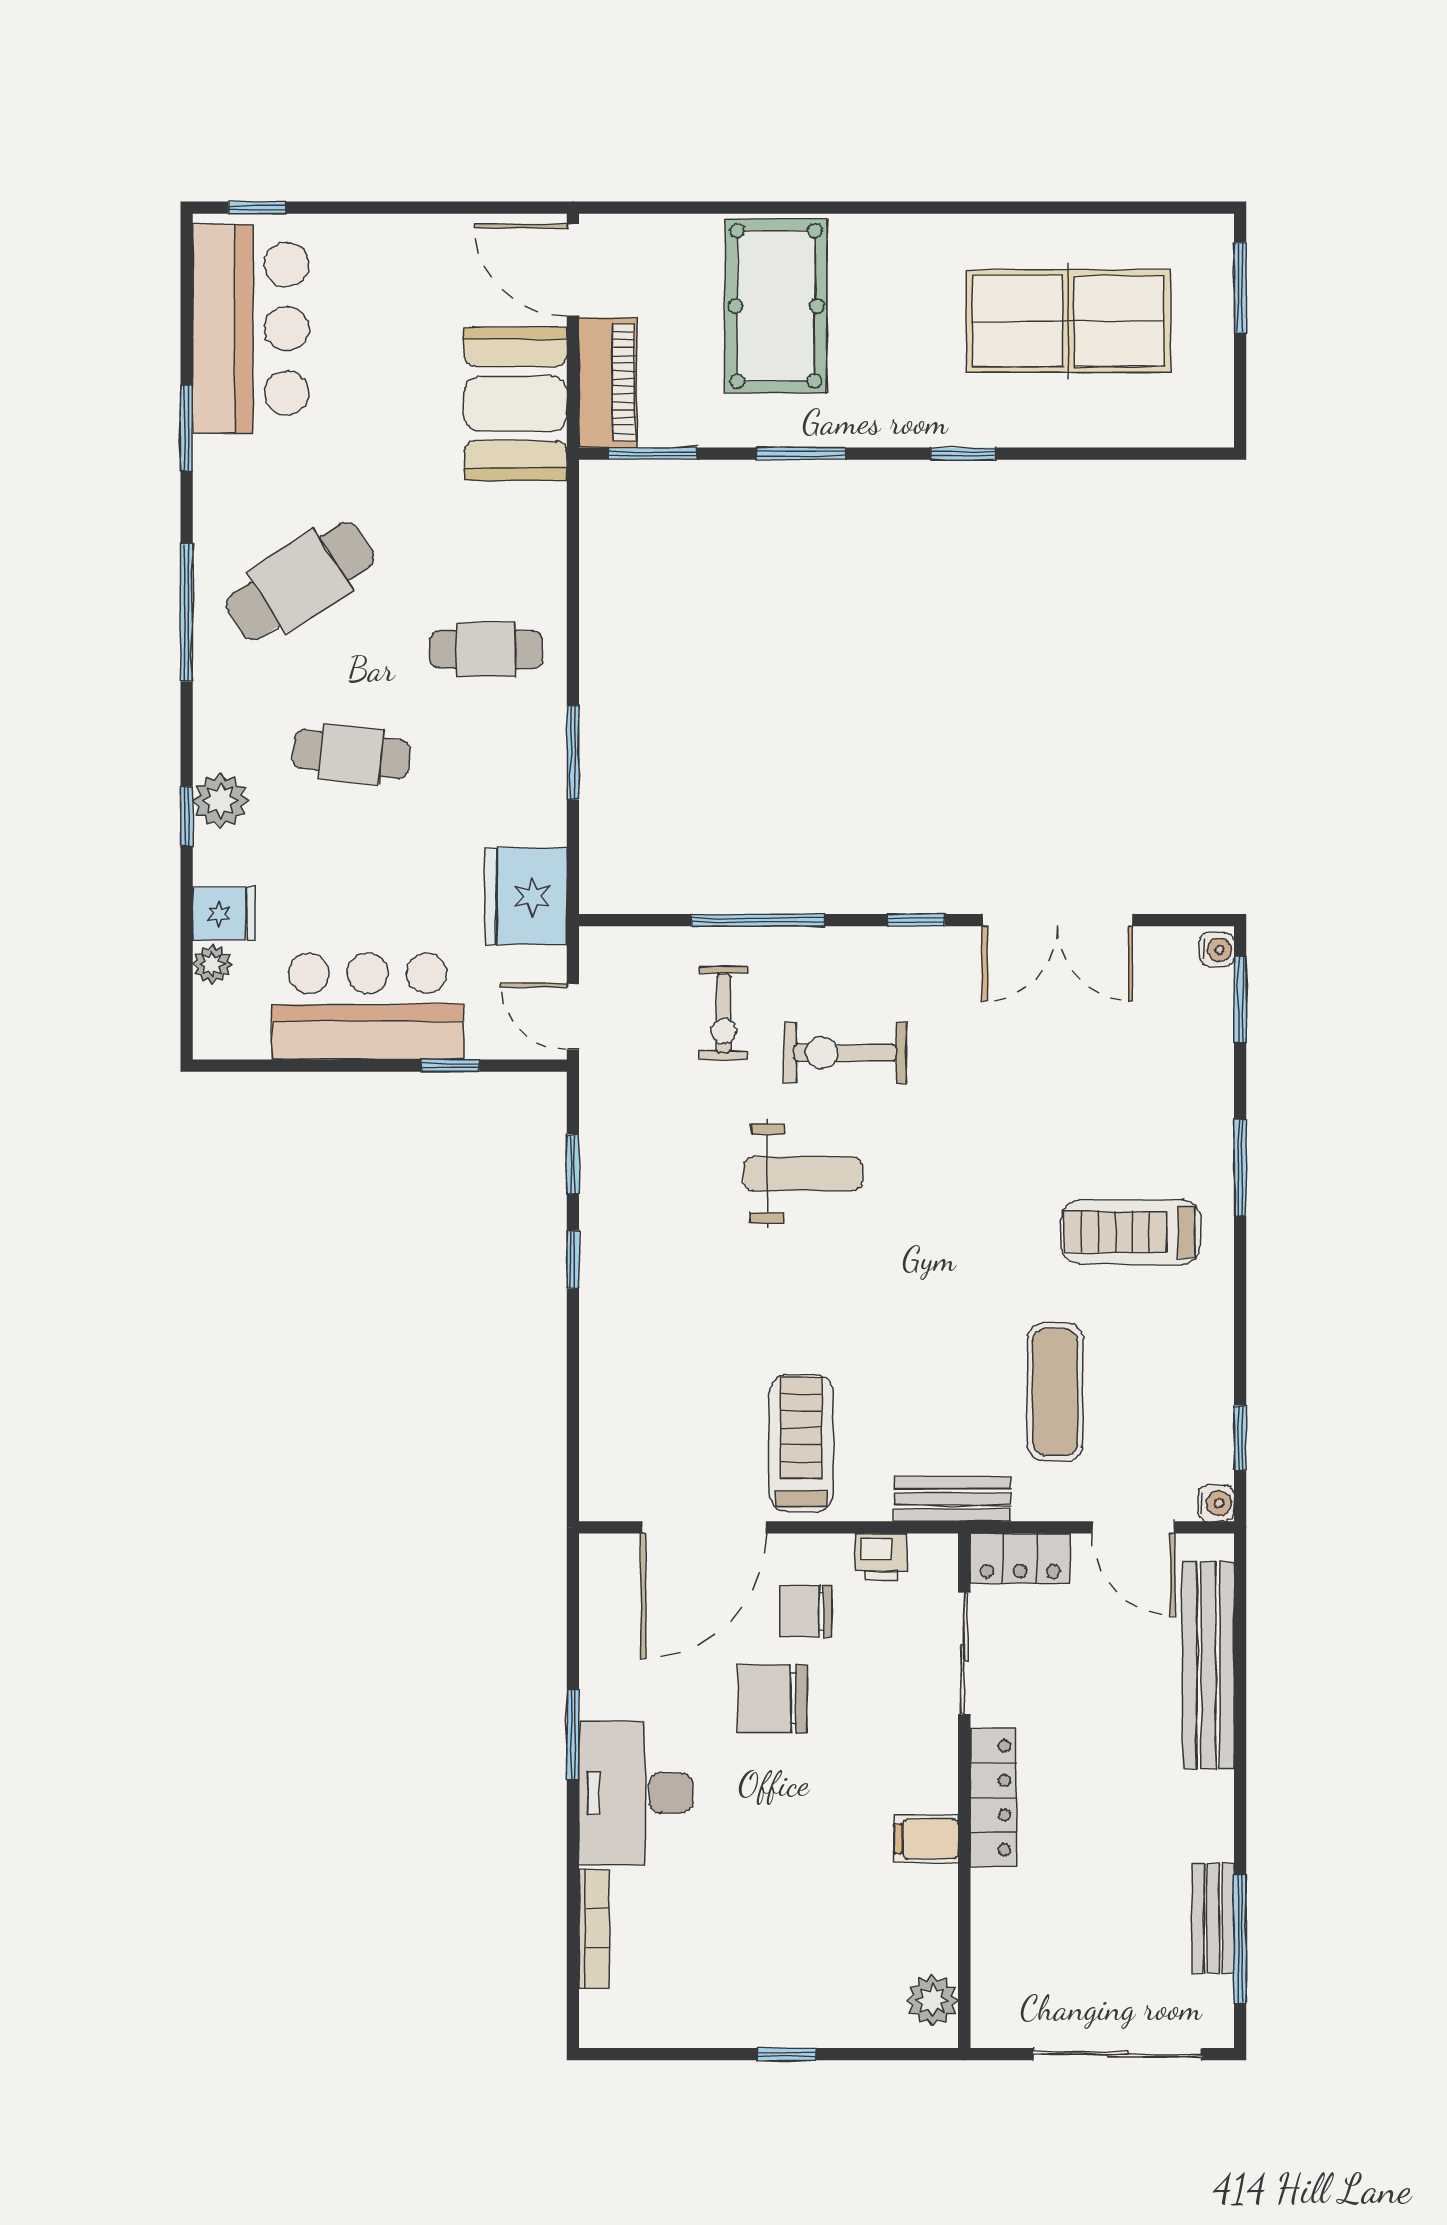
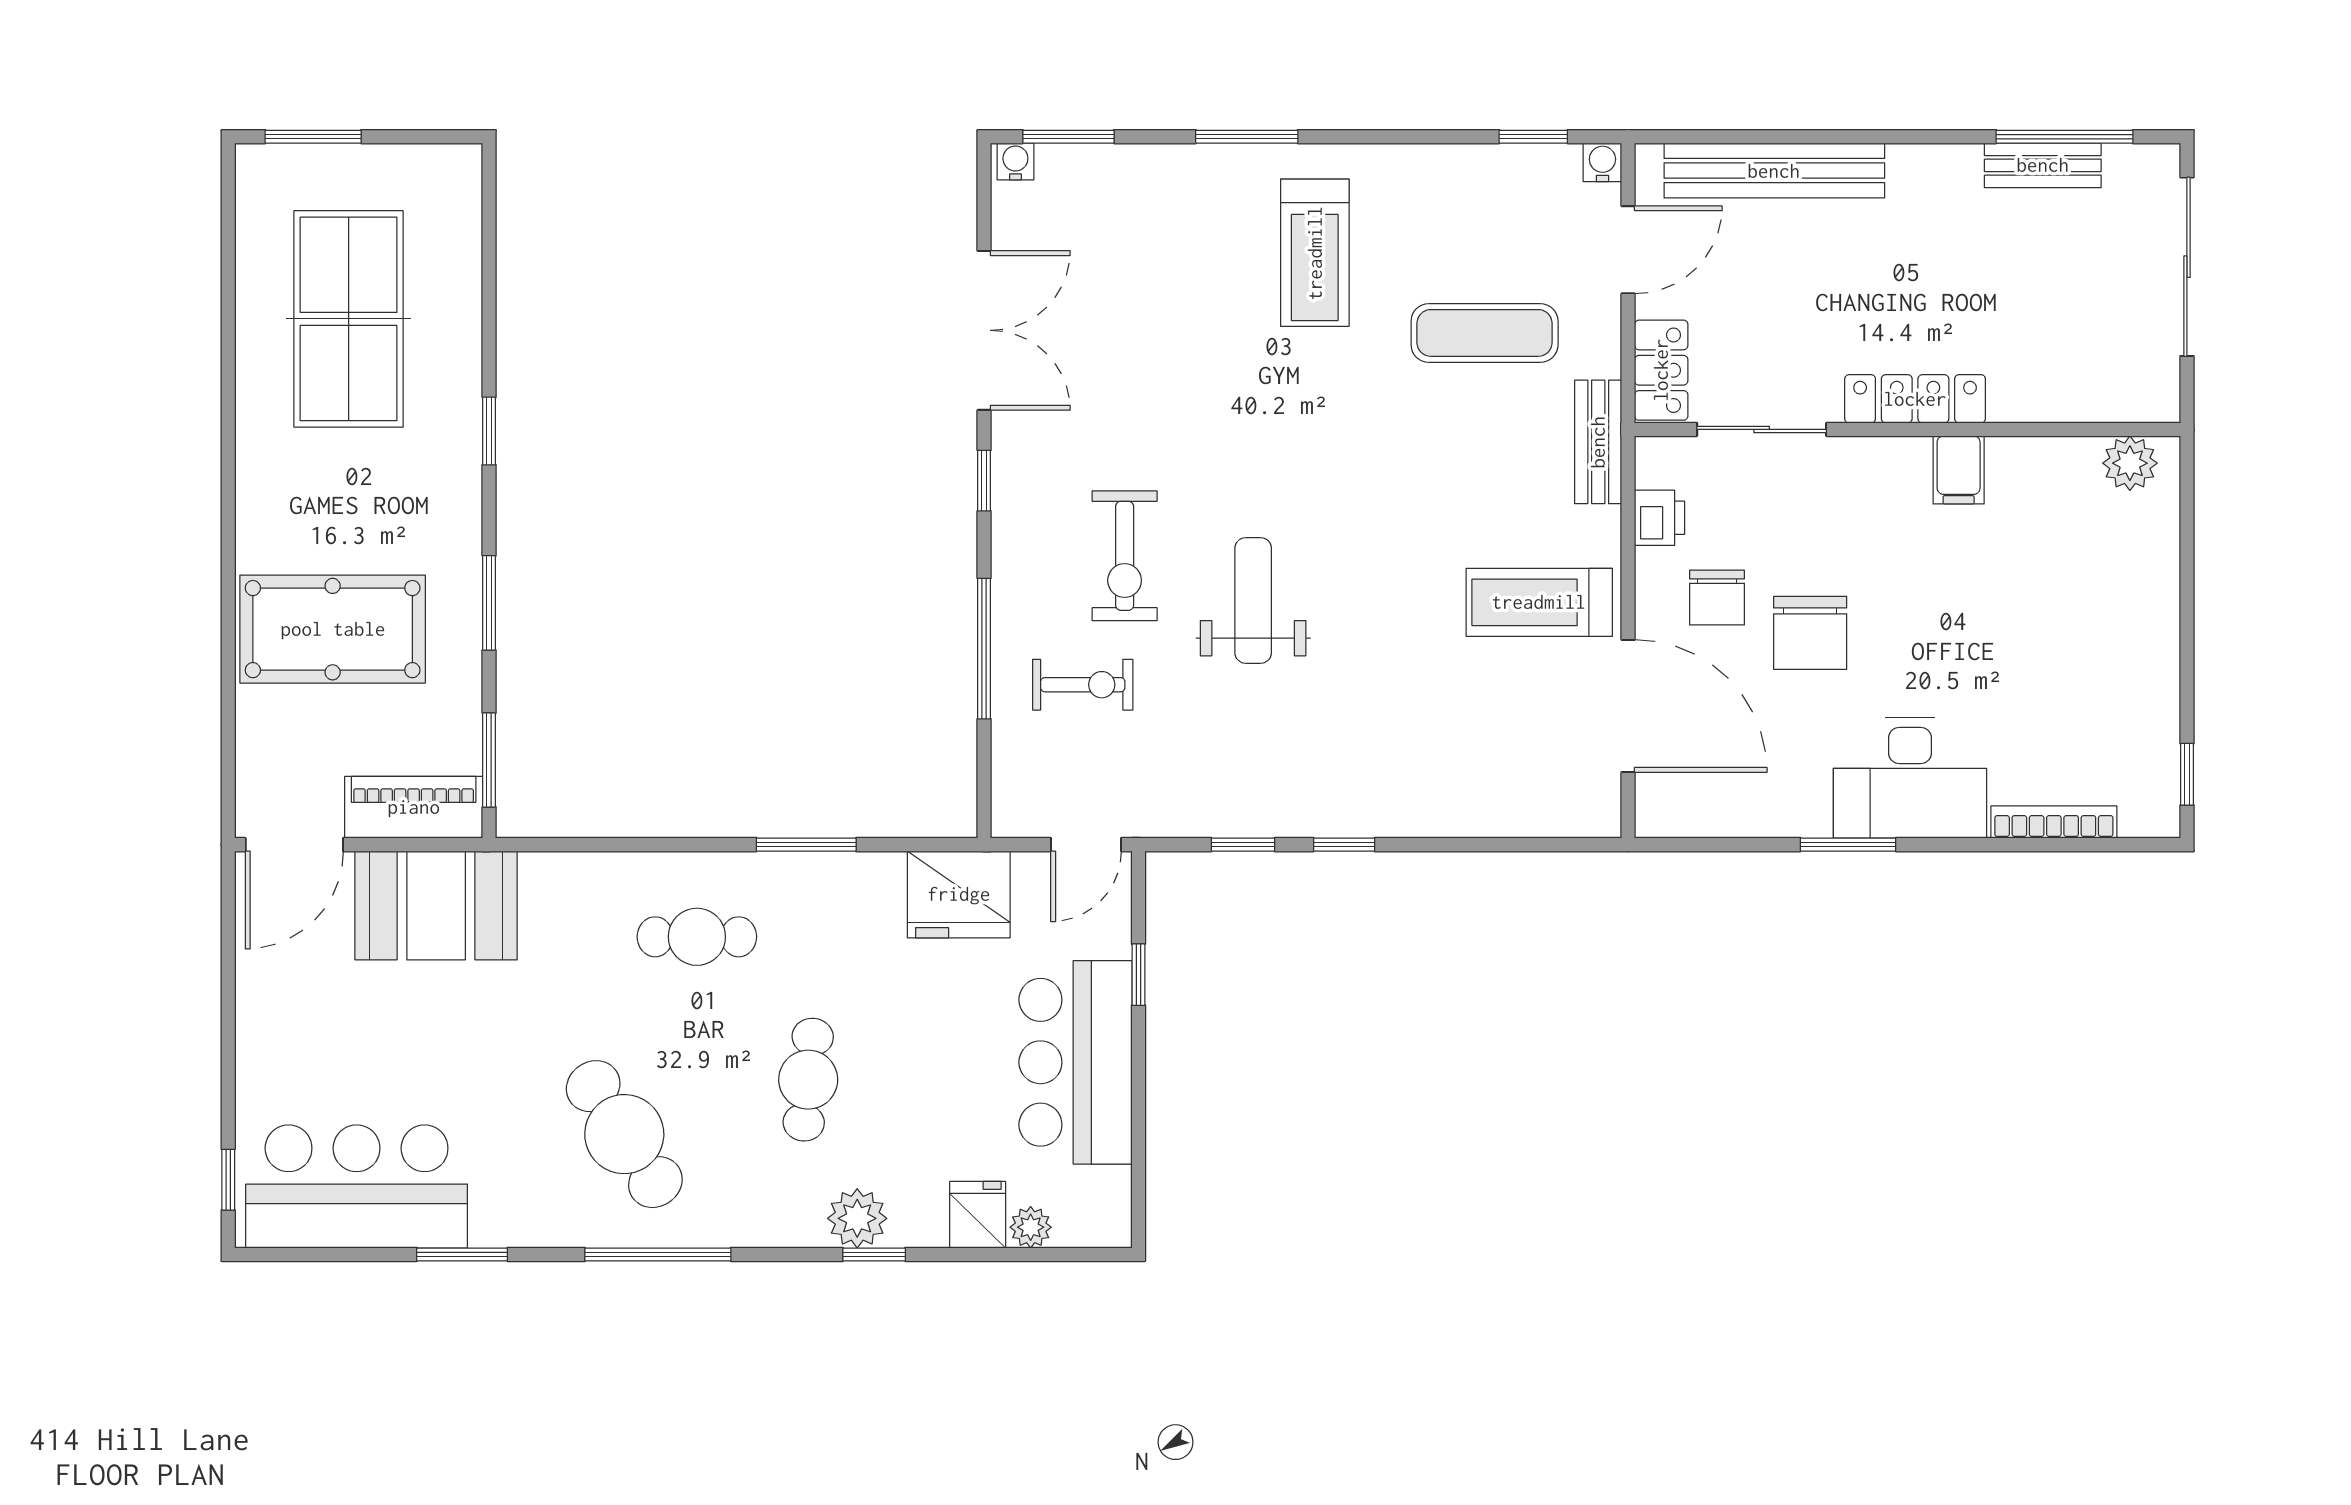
cafe table: (486, 649) -> (697, 937), turned 90
window: (786, 2054) -> (2187, 774), moved

